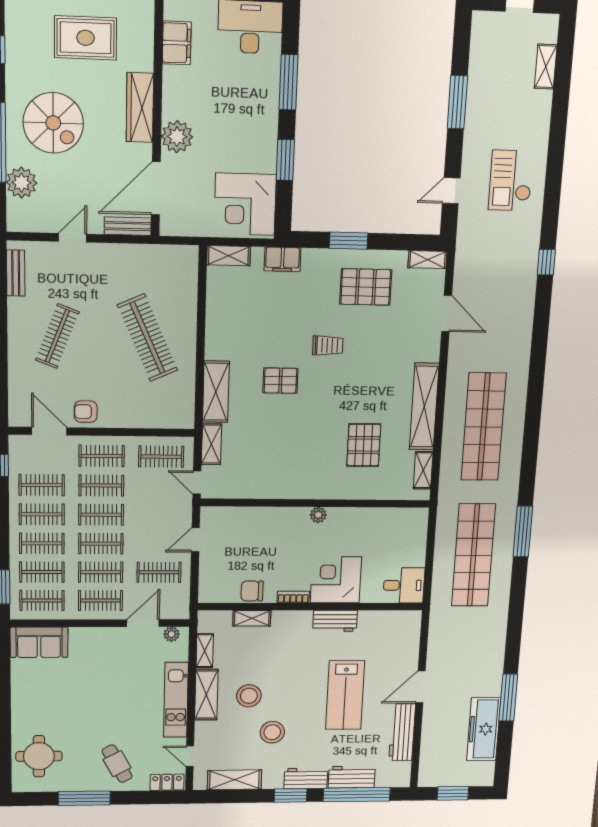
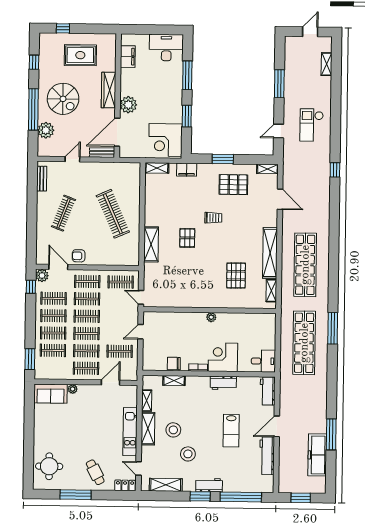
pallet: (280, 381) -> (187, 238), turned 90
shelving: (211, 444) -> (149, 275), removed
plant: (20, 446) -> (42, 276), added
clothes rail: (42, 600) -> (53, 368), removed
plant: (172, 634) -> (73, 389), moved
lab bench: (345, 695) -> (231, 431), width x0.73, depth x0.72
workbench: (352, 777) -> (268, 391), moved, turned -90

